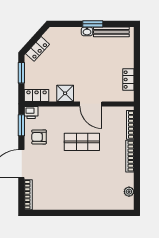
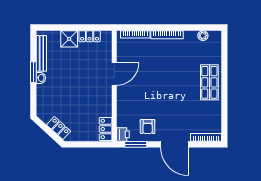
window: (21, 73) -> (83, 144), removed
shower: (65, 93) -> (69, 39), moved
shop shelf: (82, 142) -> (209, 82), moved

